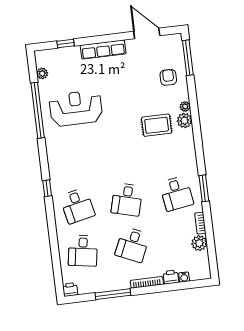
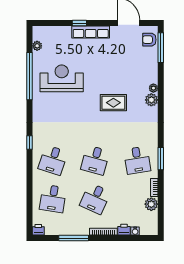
window: (66, 43) -> (79, 23), moved
armchair: (168, 77) -> (149, 40), moved, turned -90
rug: (157, 125) -> (113, 103), moved
desk: (77, 206) -> (53, 160), turned 30

